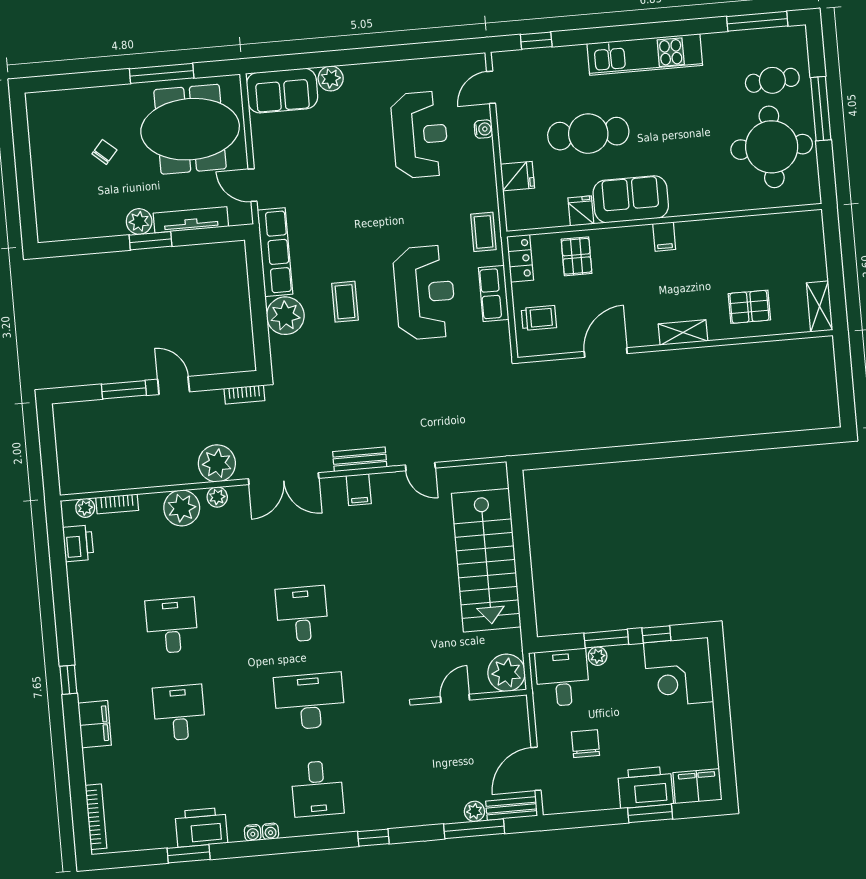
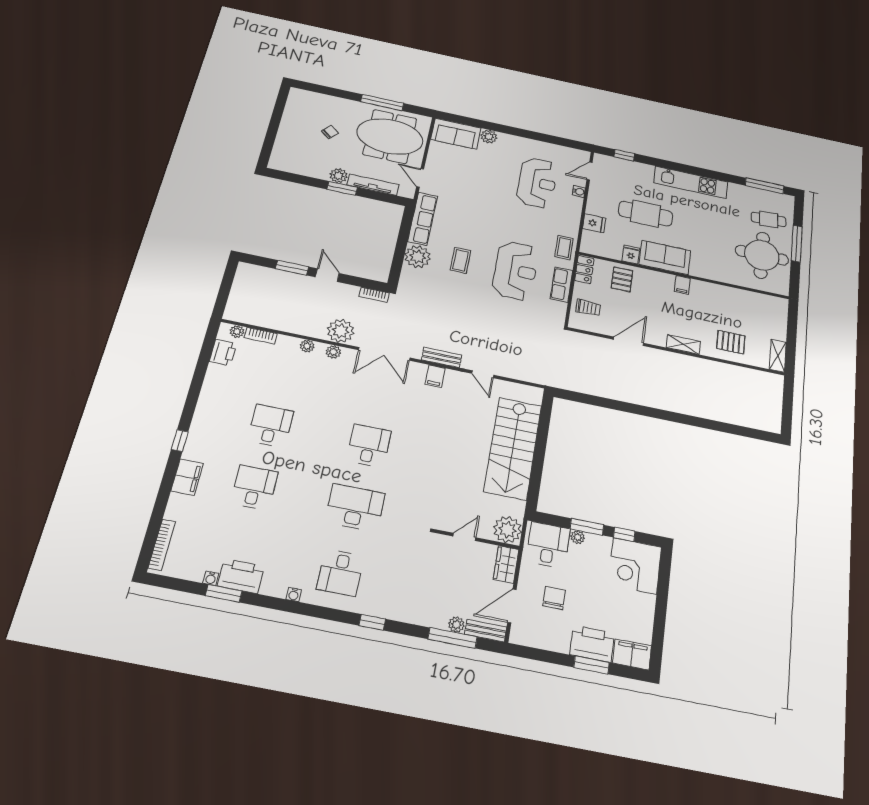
plant: (182, 508) -> (307, 346), width x0.53, depth x0.53
wardrobe: (516, 719) -> (506, 564), added
water cooler: (253, 833) -> (211, 578), moved

